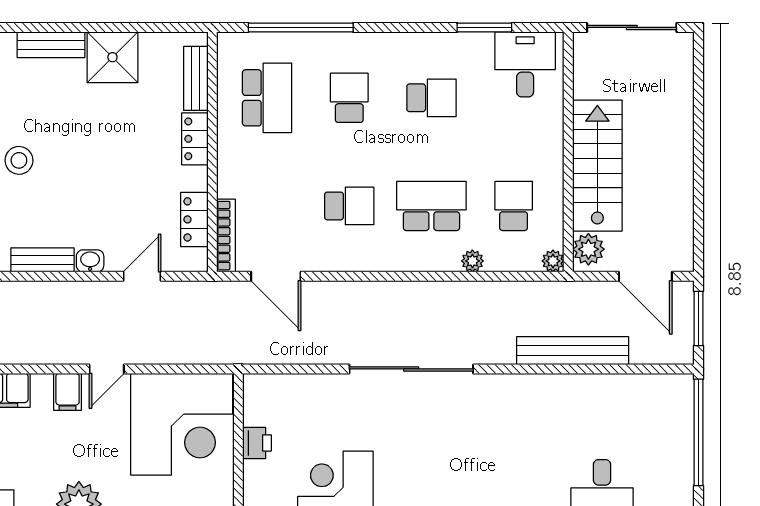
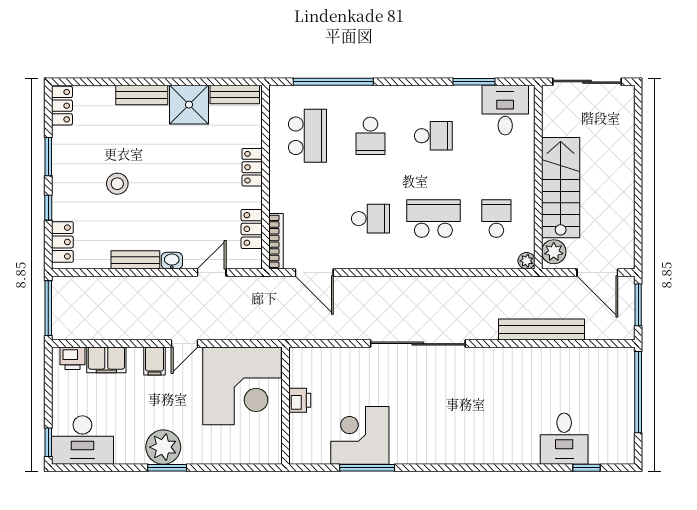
bench: (196, 78) -> (235, 95), moved, turned 90
school desk: (349, 98) -> (370, 136), turned 180
plant: (472, 261) -> (465, 261), removed

